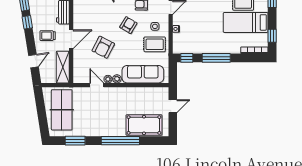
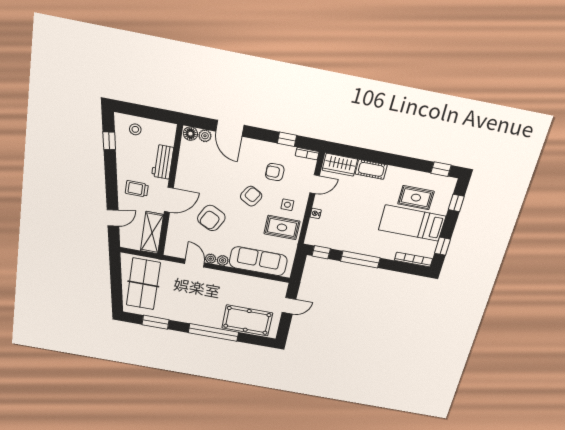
window: (27, 22) -> (110, 166), removed

